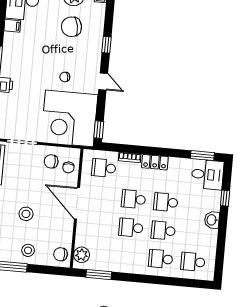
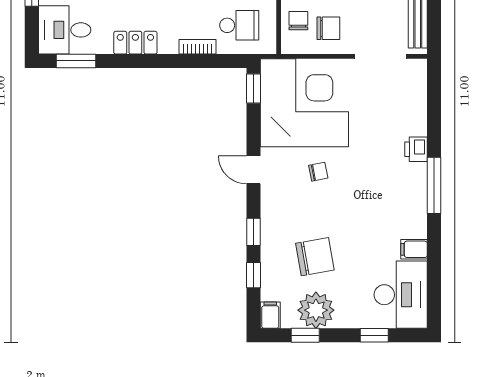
window: (109, 19) -> (253, 275), added
locker: (155, 162) -> (135, 43), moved

